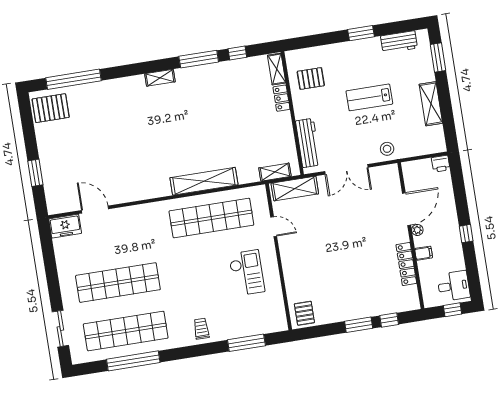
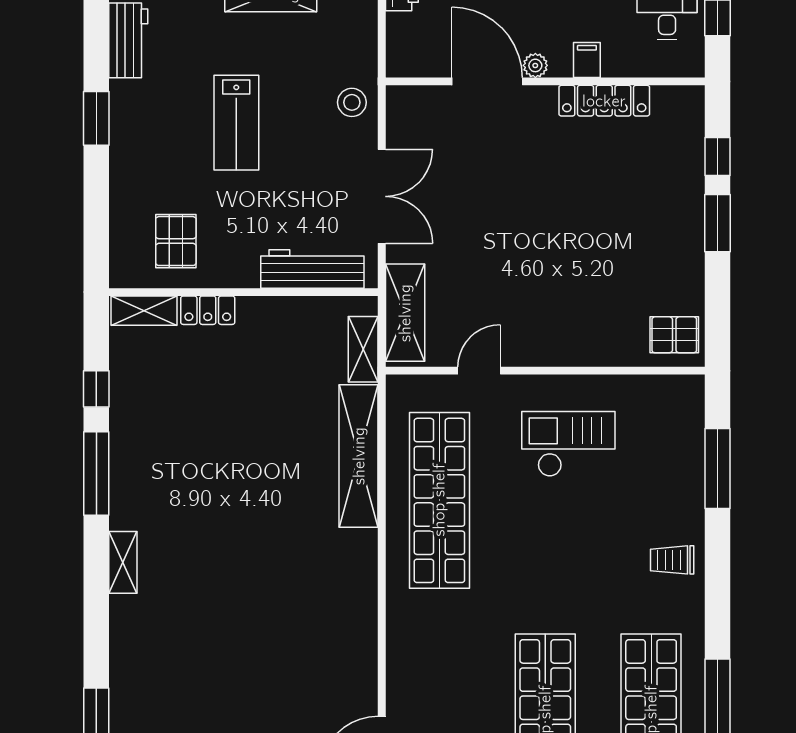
shelving: (204, 181) -> (359, 456), moved

